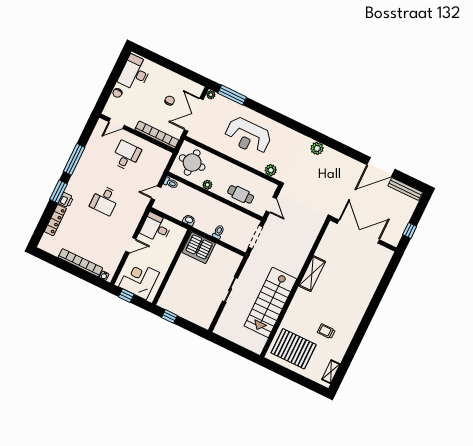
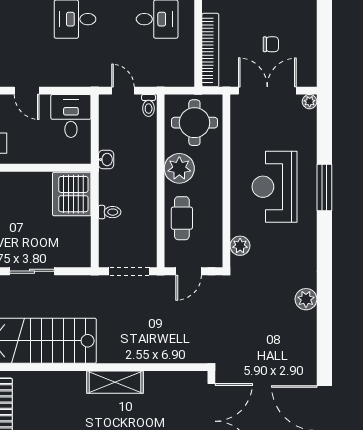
window: (232, 95) -> (324, 187), moved
plant: (207, 185) -> (179, 168), width x1.87, depth x1.87

